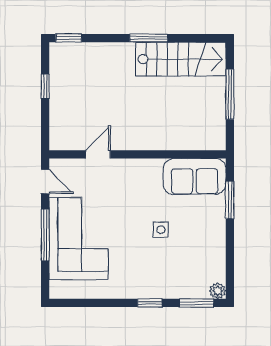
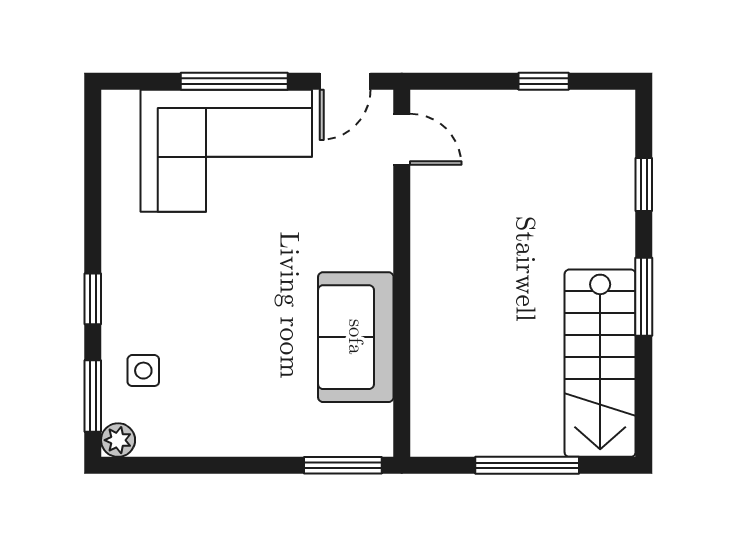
window: (69, 38) -> (644, 185), moved
door: (98, 154) -> (402, 139), moved
sofa: (195, 177) -> (356, 337), moved
window: (230, 200) -> (343, 465), moved
side table: (161, 230) -> (143, 371), moved

